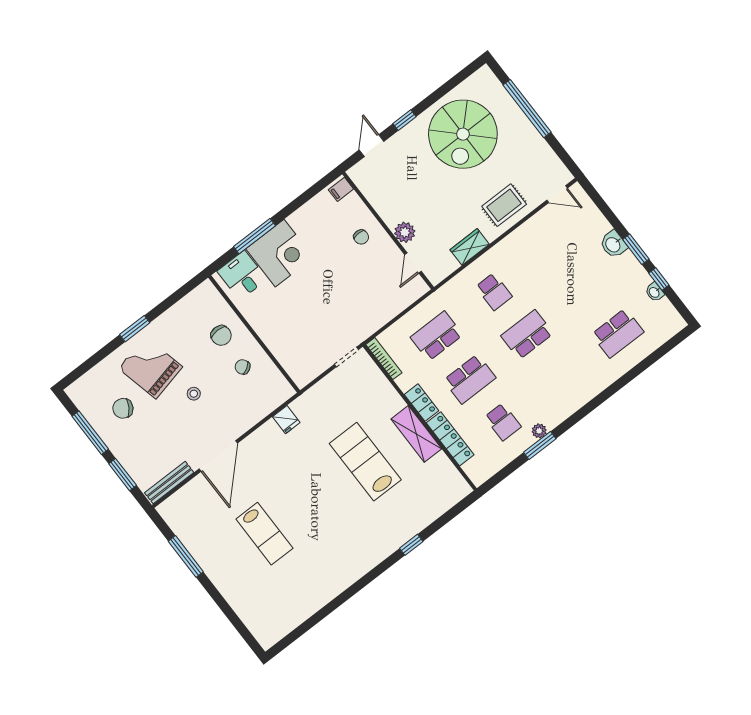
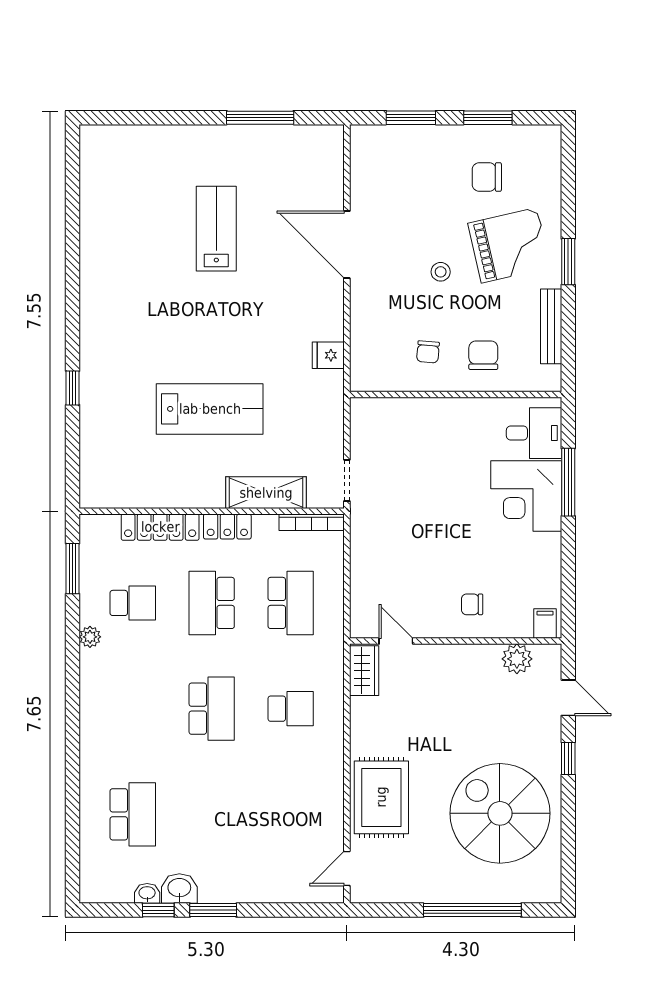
rug: (504, 205) -> (381, 797), width x1.36, depth x1.43
plant: (405, 232) -> (517, 659), moved
washbasin: (613, 244) -> (179, 888), moved
wardrobe: (470, 247) -> (364, 671), moved
school desk: (494, 292) -> (291, 709), turned 180
school desk: (618, 333) -> (133, 814), turned 180
chair: (221, 335) -> (483, 355), turned 90
chair: (243, 367) -> (428, 352), turned 128
chair: (123, 408) -> (487, 177), turned -122
school desk: (503, 422) -> (133, 603), turned 180
window: (90, 433) -> (488, 118), width x0.69
shelving: (416, 434) -> (266, 493), moved
window: (540, 446) -> (73, 569), moved
bench: (169, 483) -> (551, 326), moved
lab bench: (264, 534) -> (216, 229), turned 90

